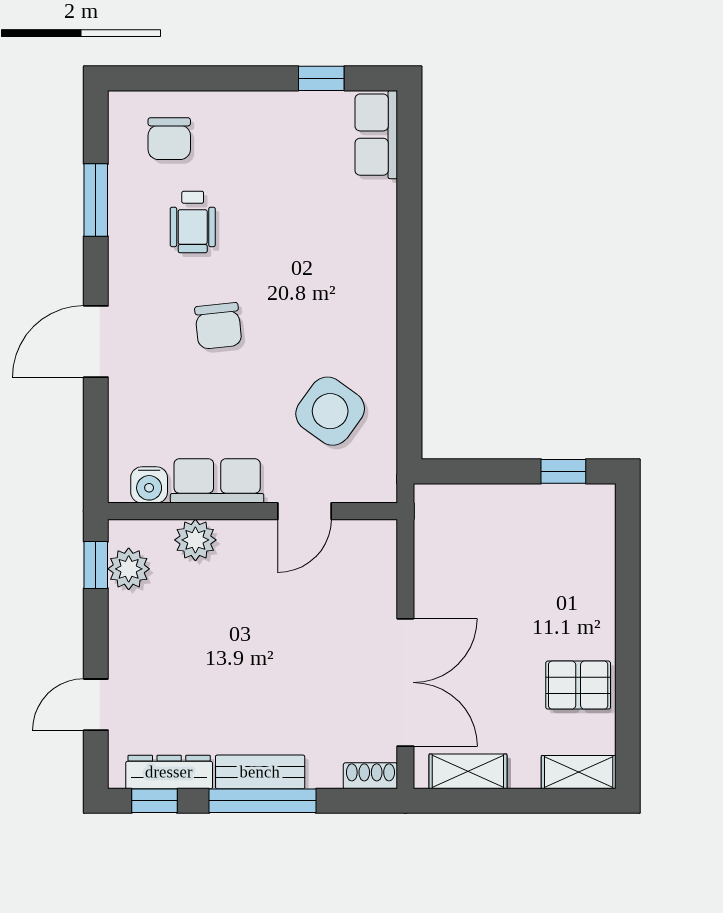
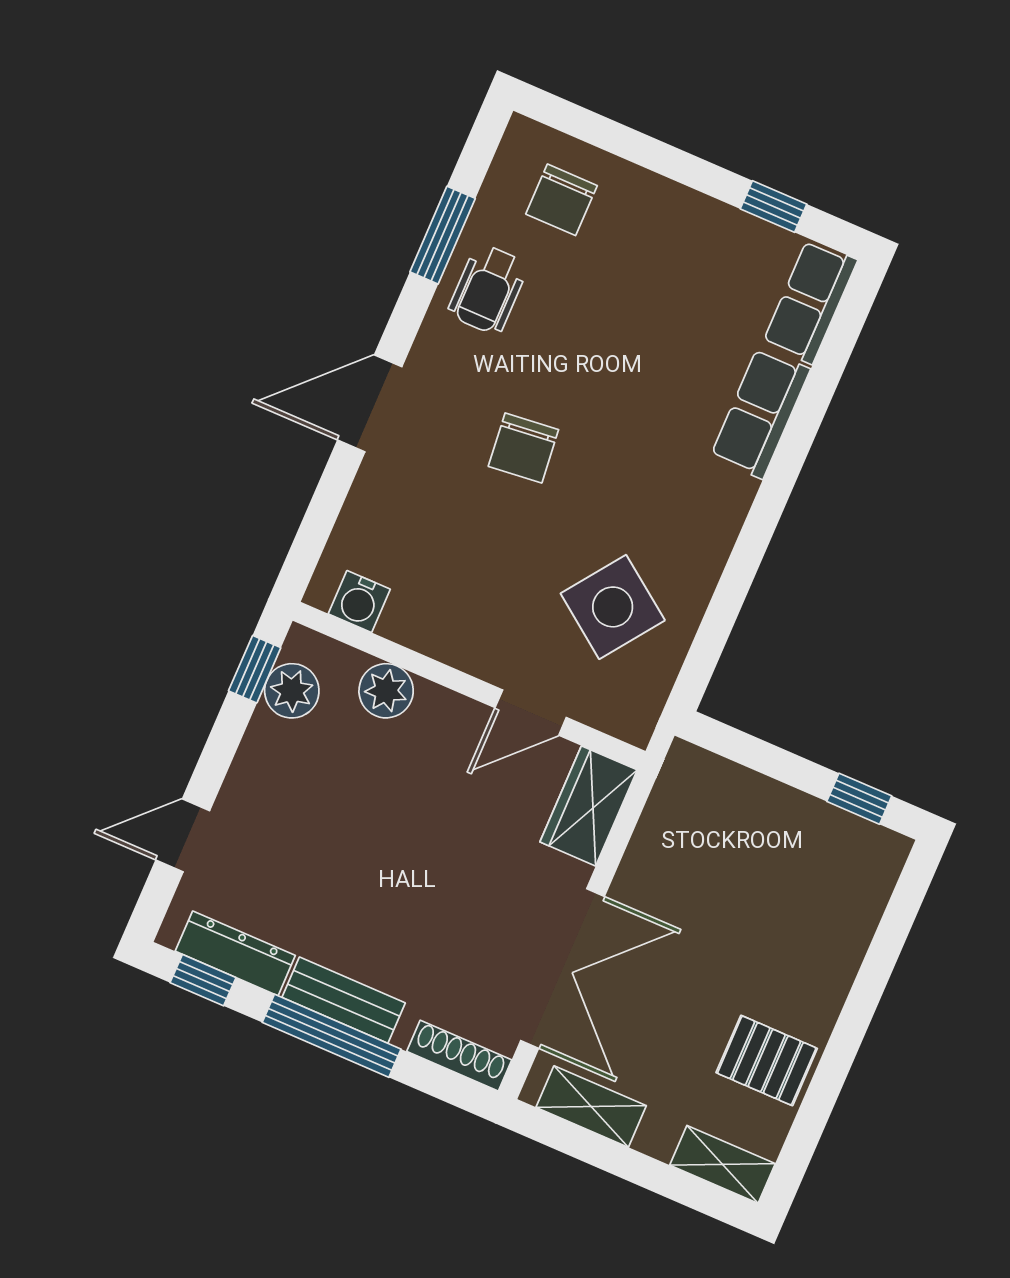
wheelchair: (193, 222) -> (488, 289), moved
row of seats: (217, 481) -> (760, 413), moved, turned -90
wardrobe: (374, 559) -> (589, 806), added
shoe rack: (370, 776) -> (459, 1056), width x1.43

